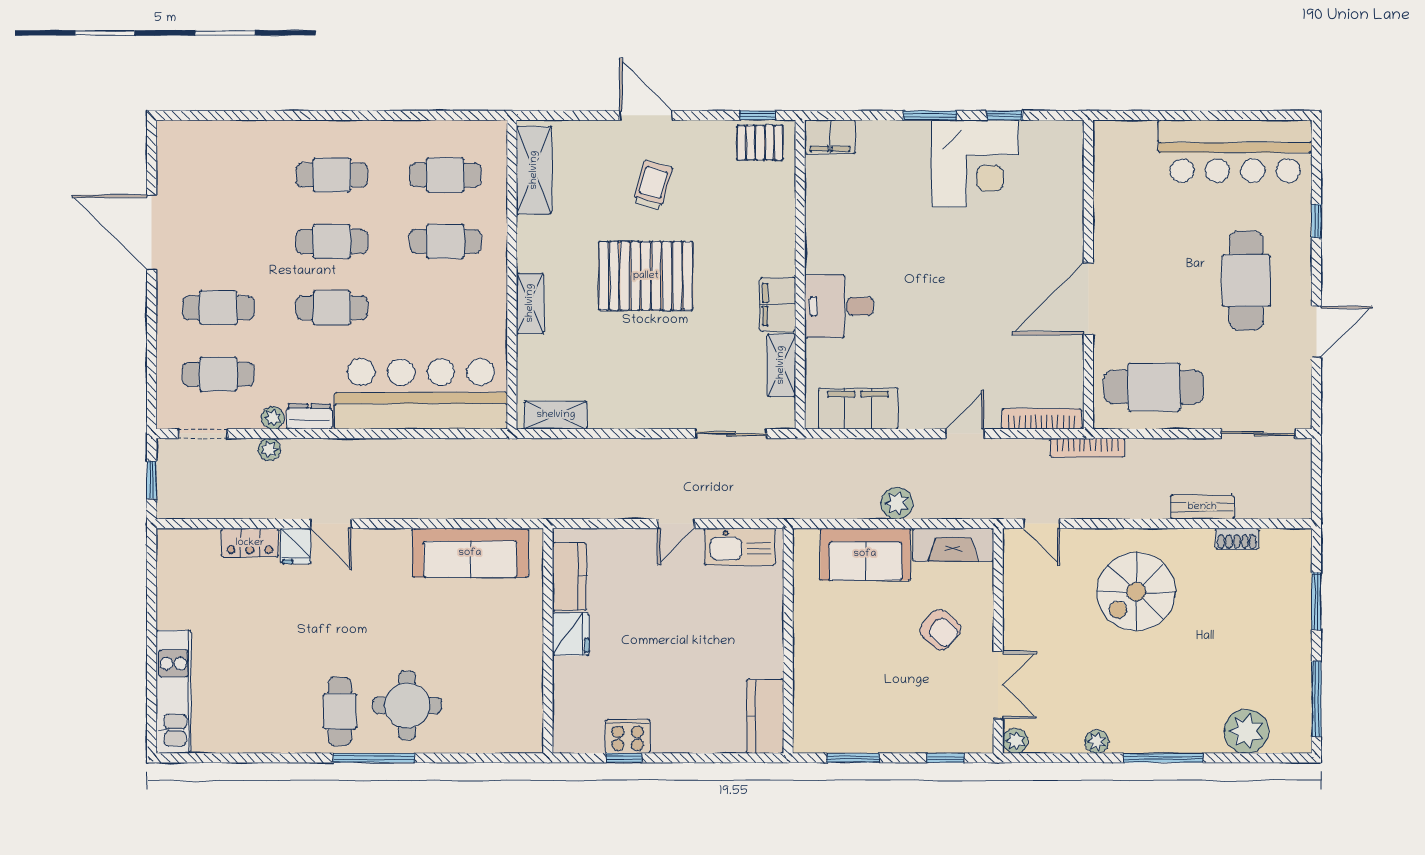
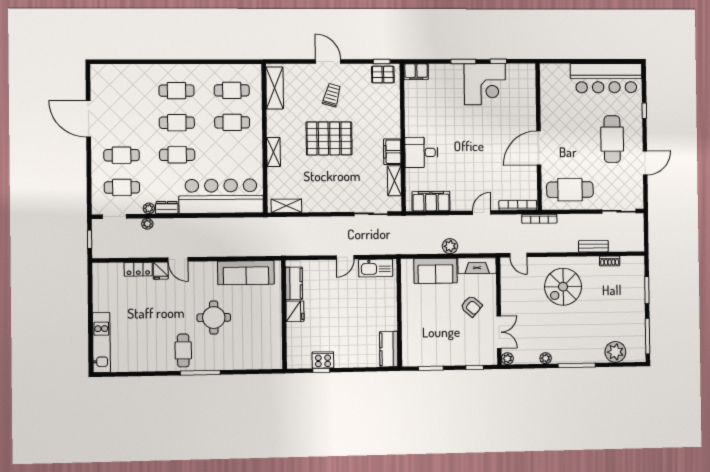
round table: (407, 705) -> (214, 318), moved

